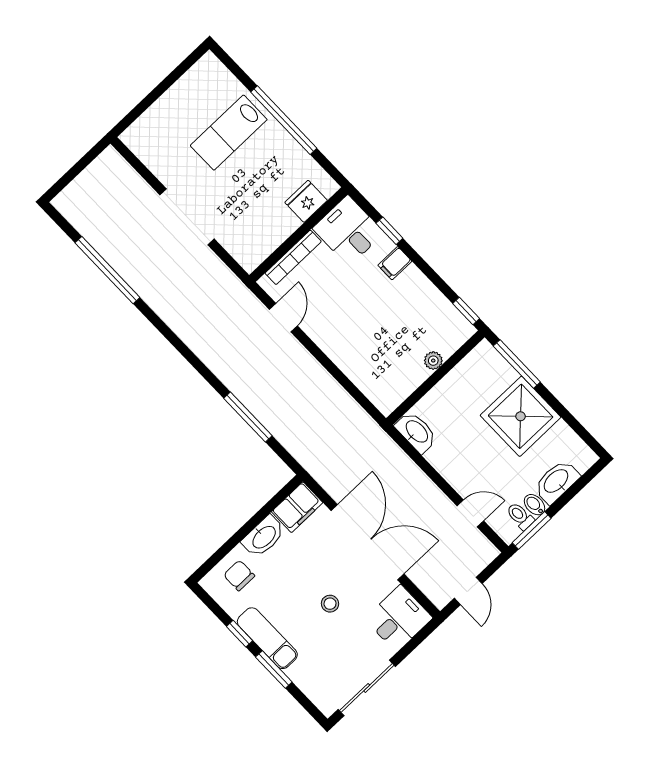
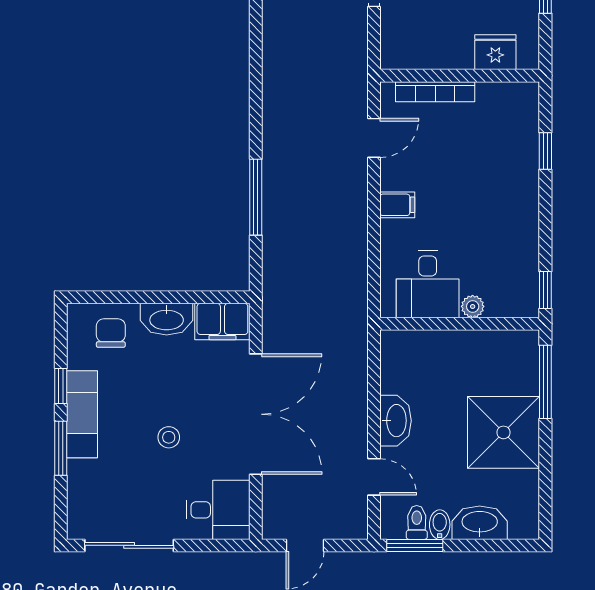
desk: (348, 231) -> (428, 284), moved, turned 180
filing cabinet: (395, 263) -> (397, 205), moved, turned 180
washbasin: (416, 432) -> (396, 421), moved

